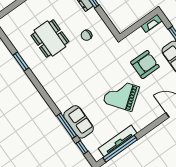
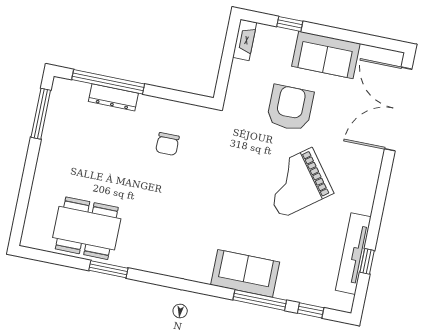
dining table: (50, 38) -> (87, 228), moved
sofa: (78, 122) -> (245, 273), moved
window: (120, 149) -> (367, 261), width x0.32

